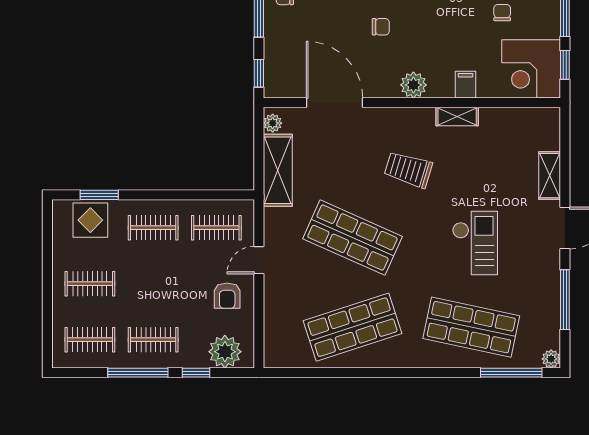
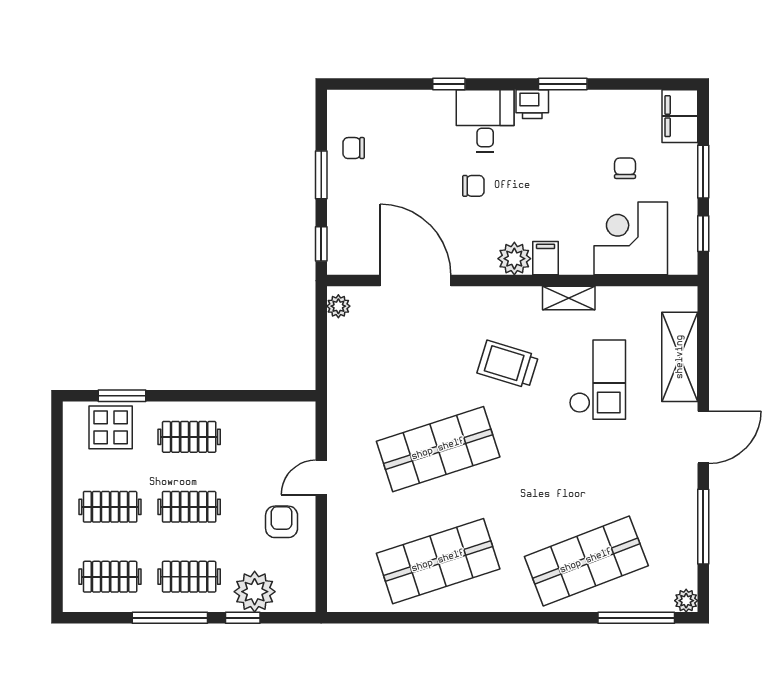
corner desk: (531, 69) -> (631, 238), moved, turned 90
filing cabinet: (466, 85) -> (546, 258), moved
shelving: (278, 170) -> (345, 365), removed
shelving: (550, 176) -> (680, 357), width x1.50, depth x1.33
clothes rail: (216, 228) -> (189, 507), moved
shop shelf: (352, 238) -> (438, 449), turned -42
checkout: (475, 243) -> (598, 380), moved
armchair: (227, 296) -> (282, 522), turned 180
shop shelf: (471, 327) -> (586, 561), turned -33
plant: (225, 352) -> (255, 592), moved

